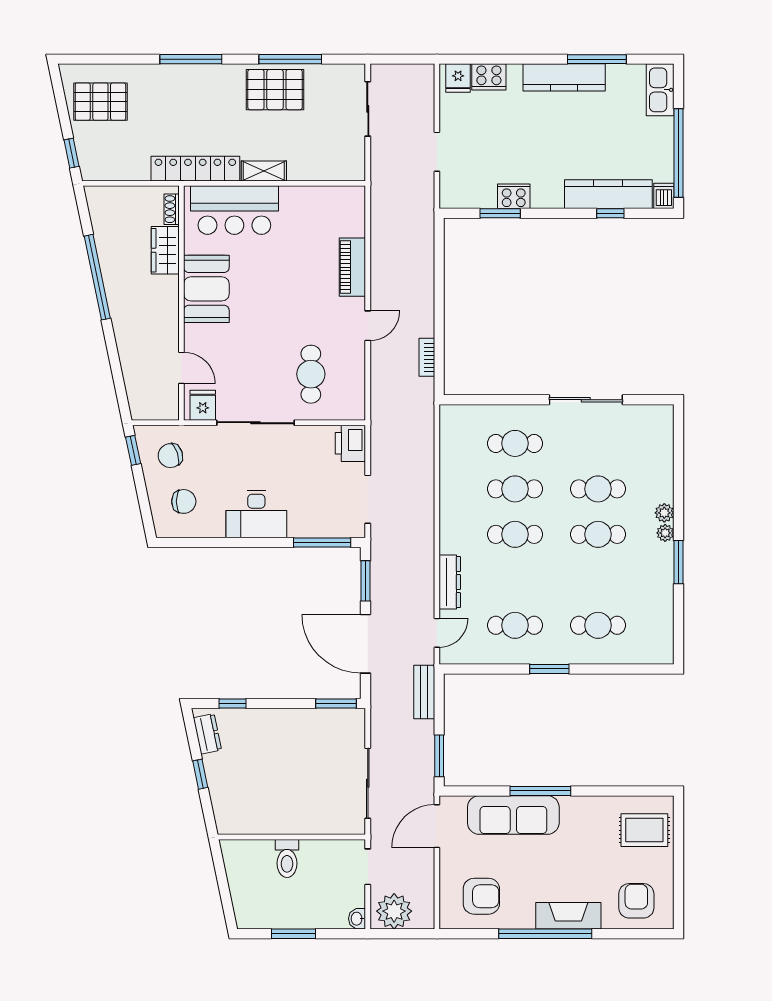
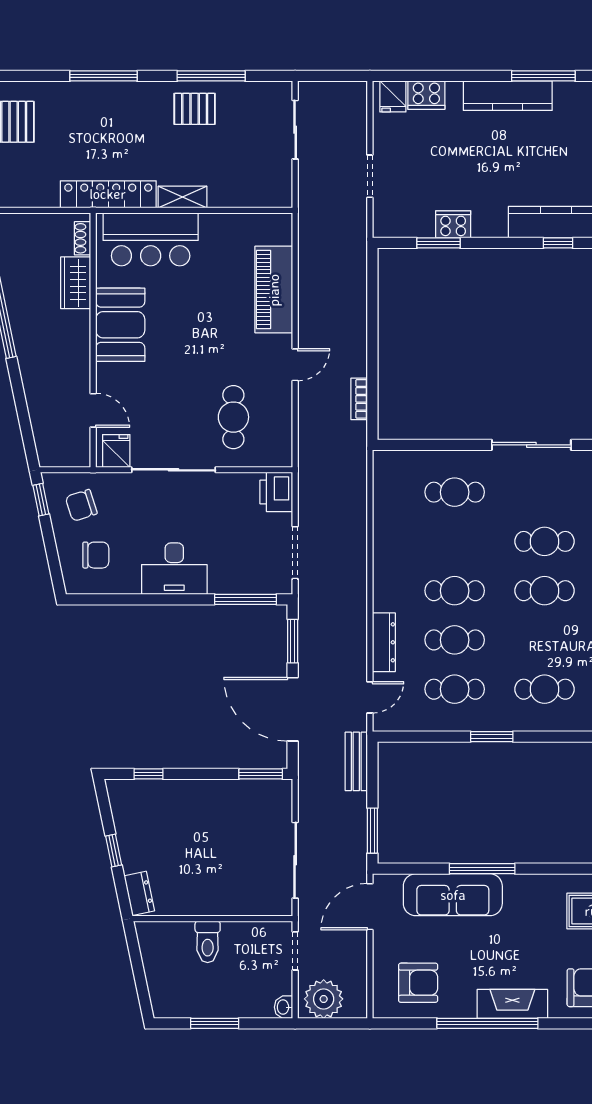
pallet: (275, 90) -> (195, 109), width x0.67, depth x0.71
piano: (352, 267) -> (274, 290), width x1.37, depth x1.33
cafe table: (515, 489) -> (455, 640), moved
dresser: (207, 734) -> (139, 893), moved

